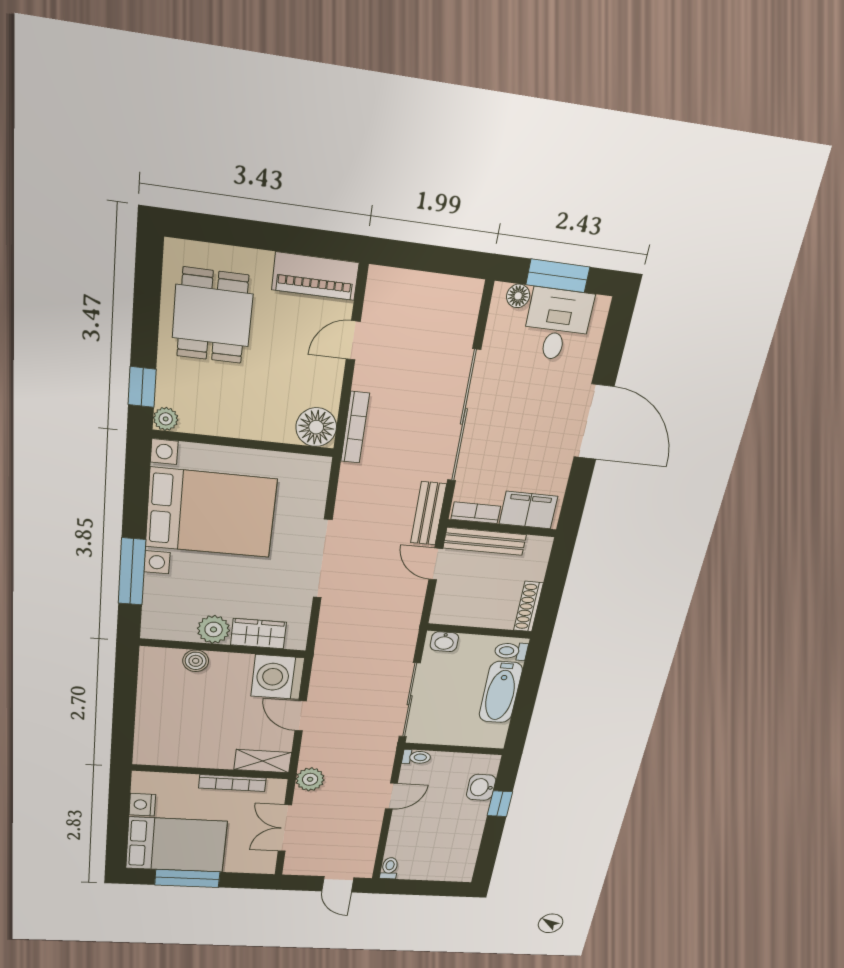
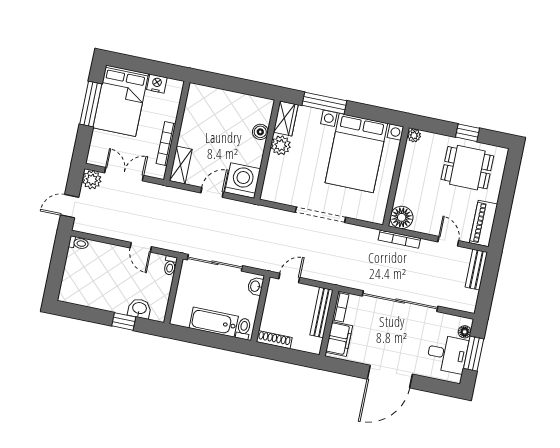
window: (142, 387) -> (467, 133), moved
bench: (428, 513) -> (476, 270), moved, turned 90
door: (436, 564) -> (289, 278), moved
wardrobe: (258, 634) -> (286, 118), moved
plant: (310, 779) -> (92, 180), moved

